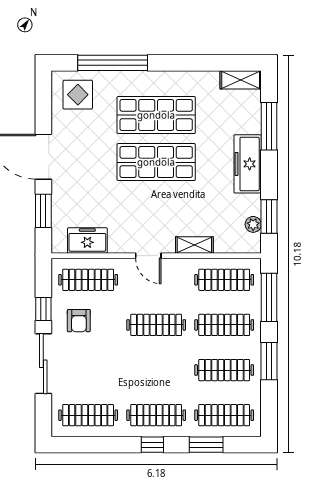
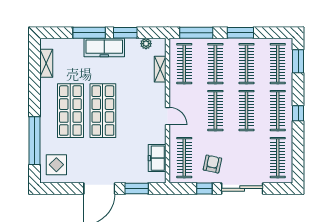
shelving: (241, 80) -> (46, 63), moved
window: (269, 126) -> (89, 33), moved
window: (269, 217) -> (125, 33), moved
shelving: (194, 245) -> (160, 69), moved
door: (148, 256) -> (168, 116), hinge flipped
armchair: (79, 321) -> (212, 164), turned -78
clothes rail: (156, 370) -> (247, 111), added
window: (206, 445) -> (298, 61), moved

